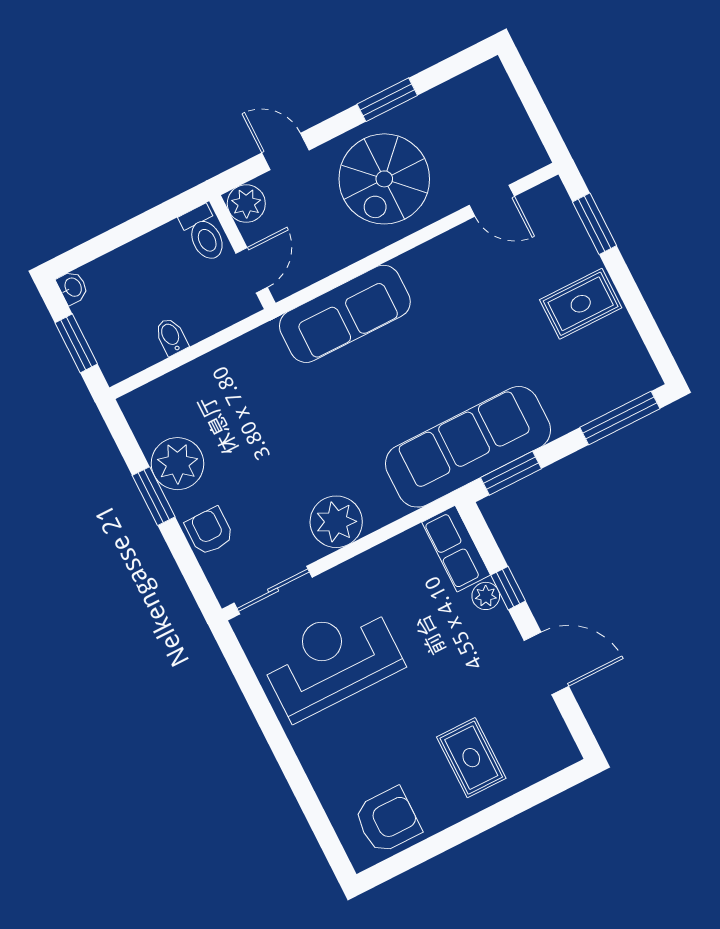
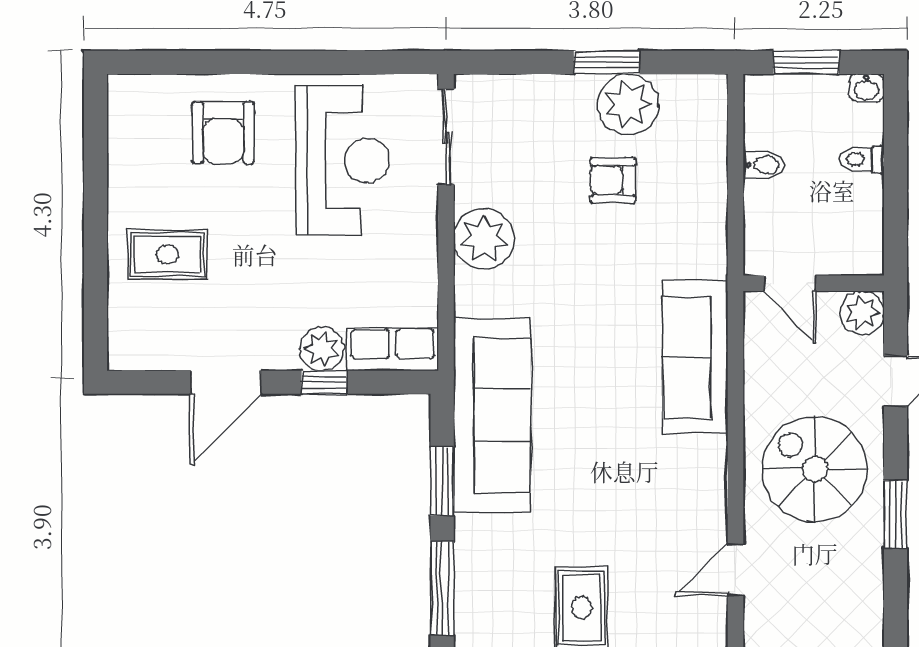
toilet: (204, 234) -> (862, 159), moved, width x0.73, depth x0.72
window: (511, 473) -> (442, 481), moved
armchair: (209, 531) -> (613, 180), moved, turned 180
plant: (486, 596) -> (322, 349), width x1.38, depth x1.38
armchair: (388, 820) -> (223, 133), moved

